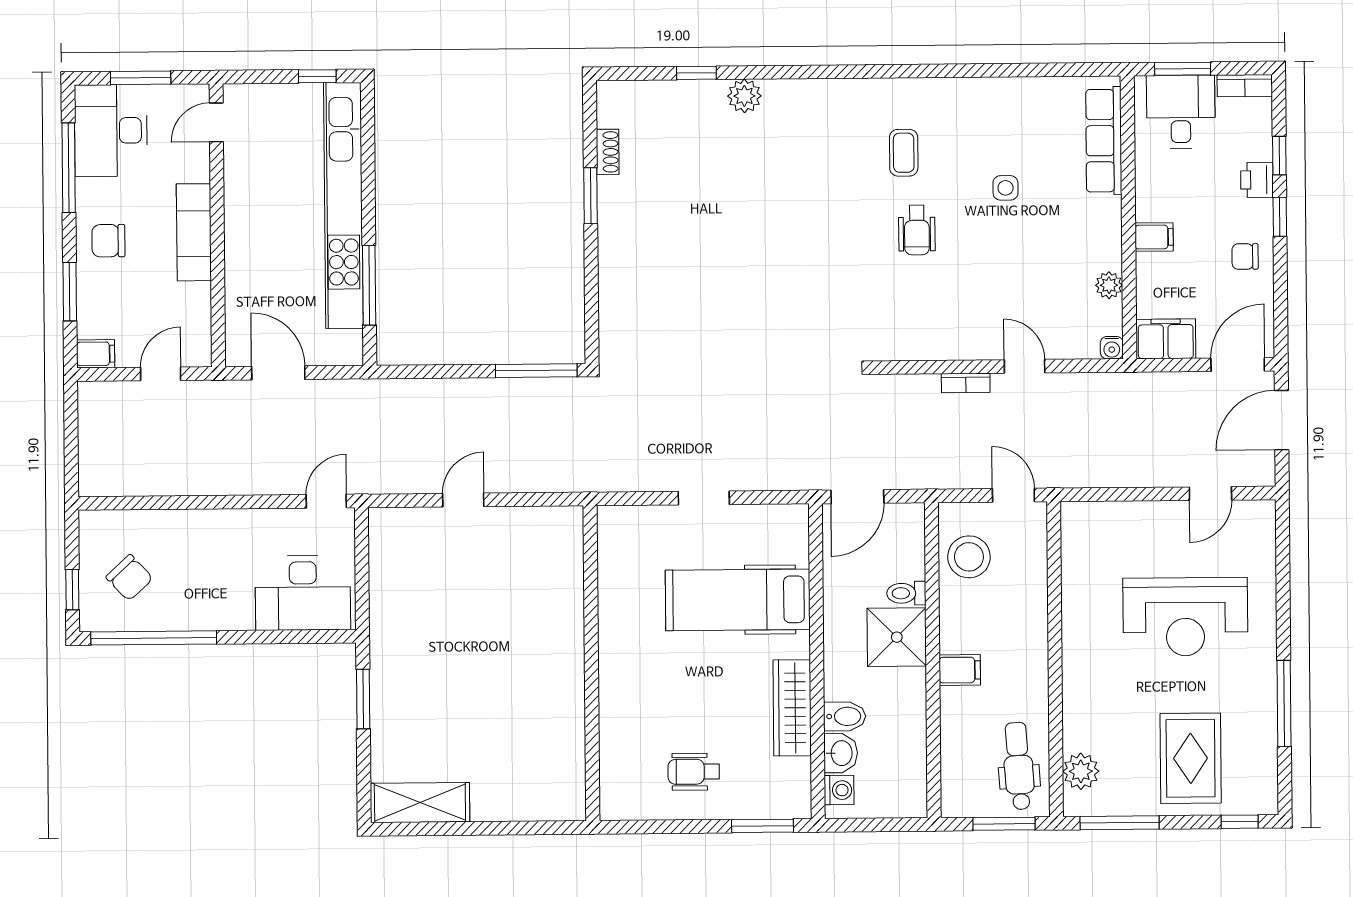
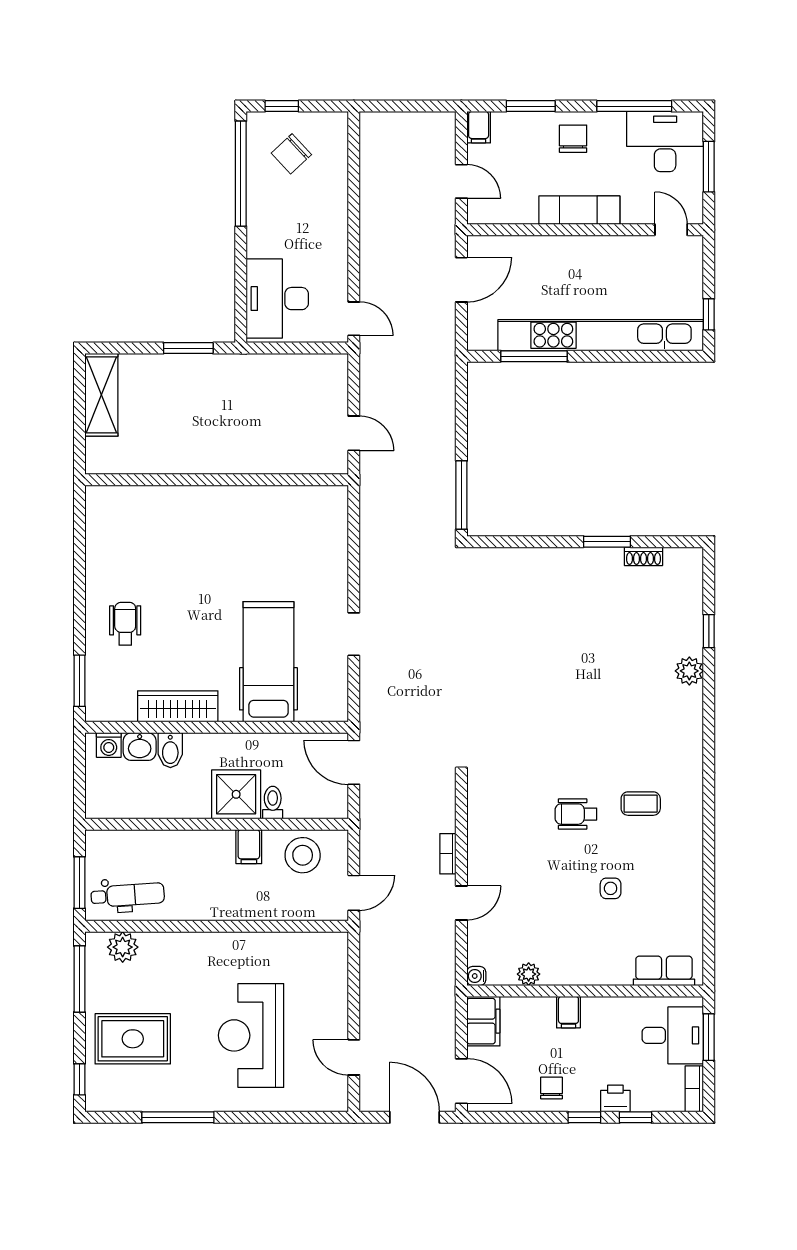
row of seats: (1104, 141) -> (664, 971), width x0.68
wall: (591, 663) -> (217, 480), moved
filing cabinet: (960, 670) -> (249, 847), moved

